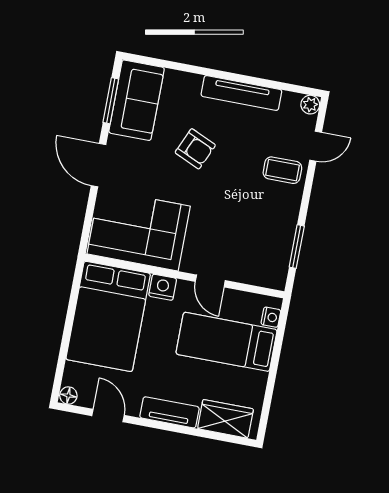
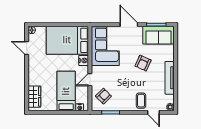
door: (99, 165) -> (129, 25), hinge flipped
armchair: (255, 256) -> (103, 96), added
tv unit: (170, 412) -> (33, 73), removed
door: (108, 416) -> (27, 48), swing flipped

